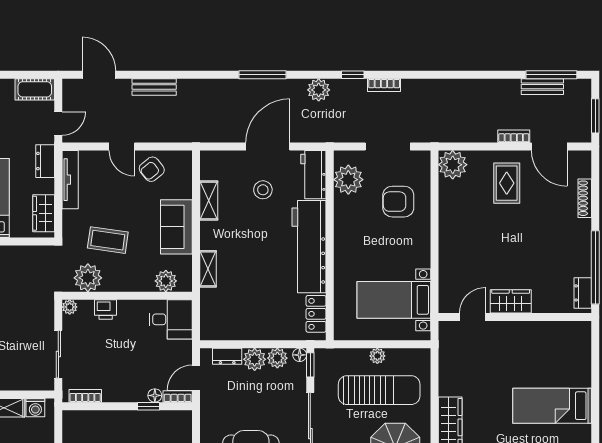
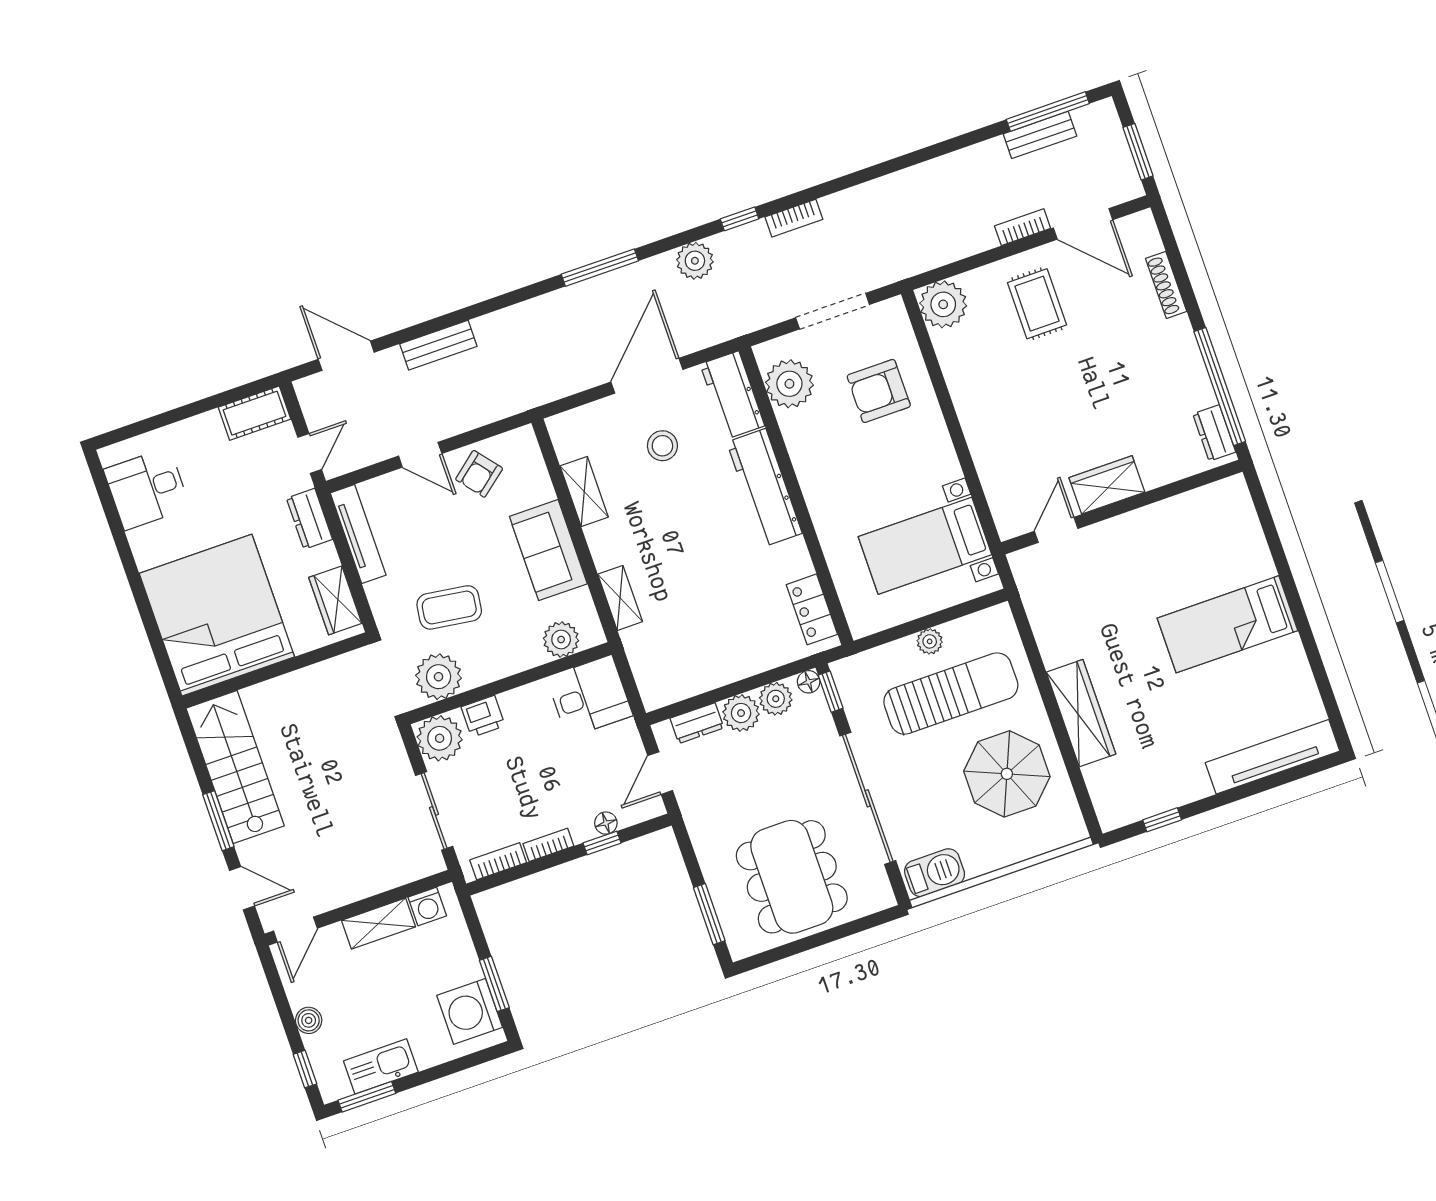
workbench: (309, 247) -> (764, 488), width x0.73, depth x0.76
plant: (70, 307) -> (440, 738), width x1.88, depth x1.88
bookcase: (178, 396) -> (548, 845), moved

